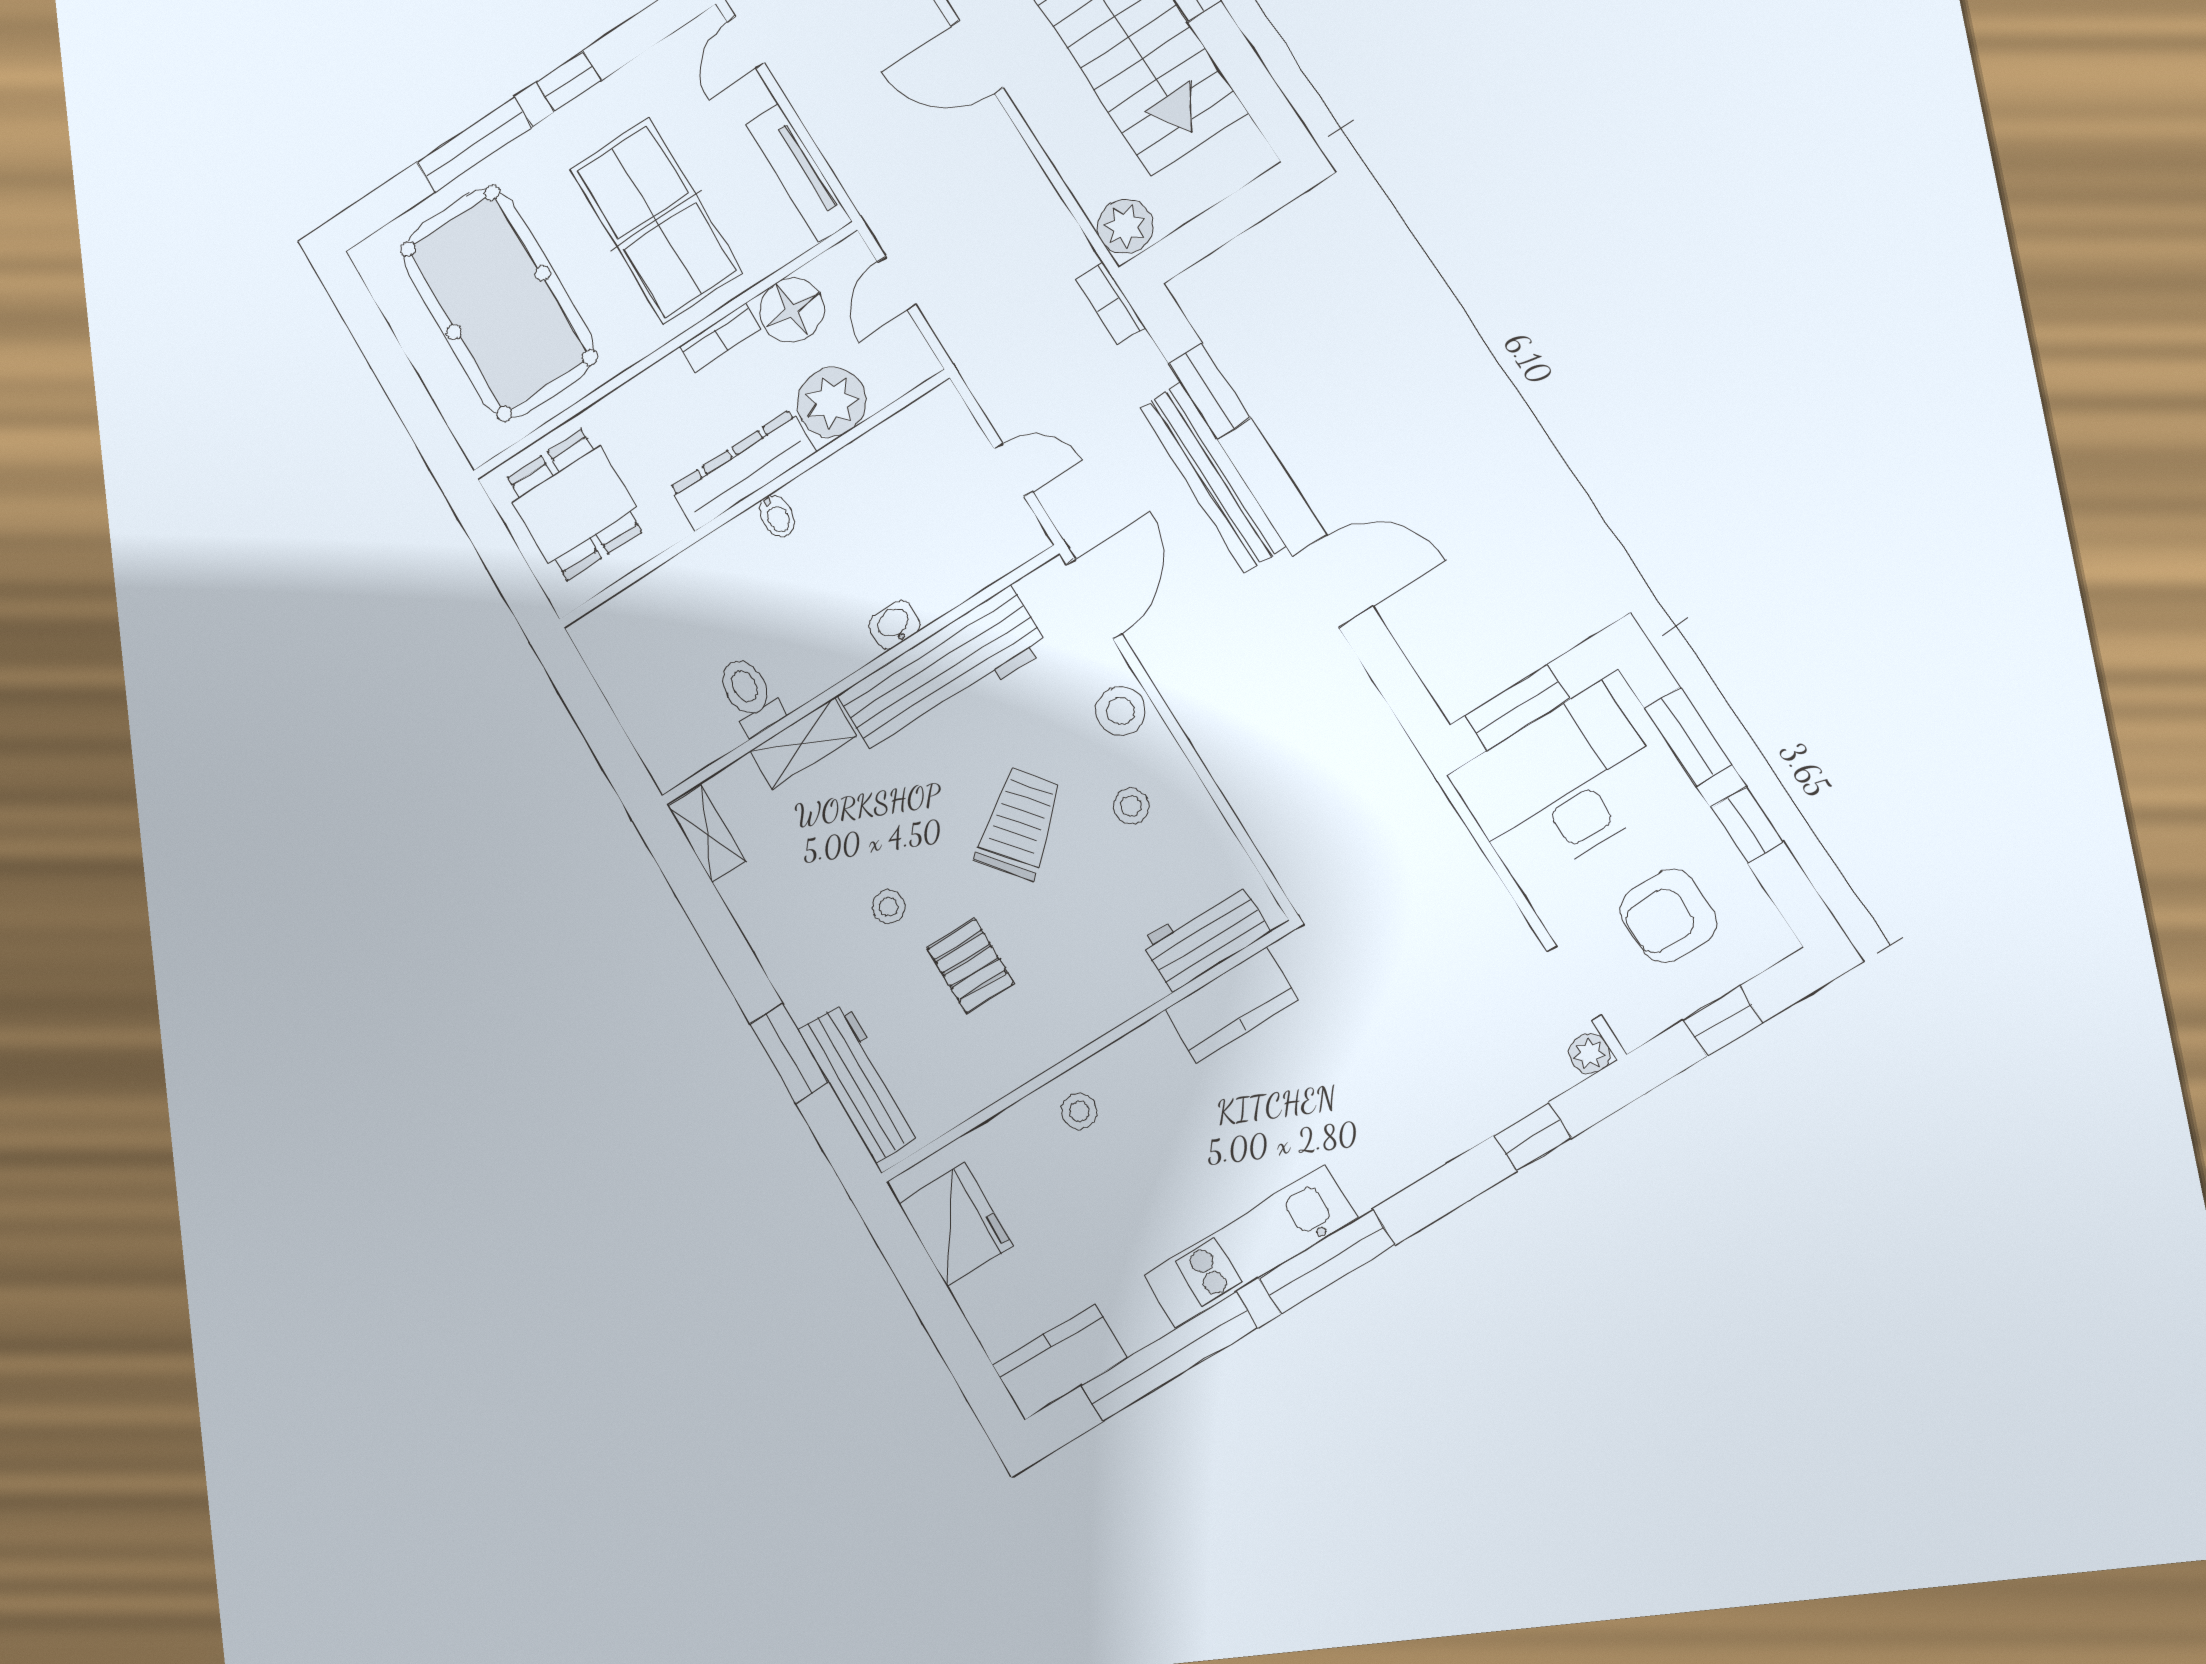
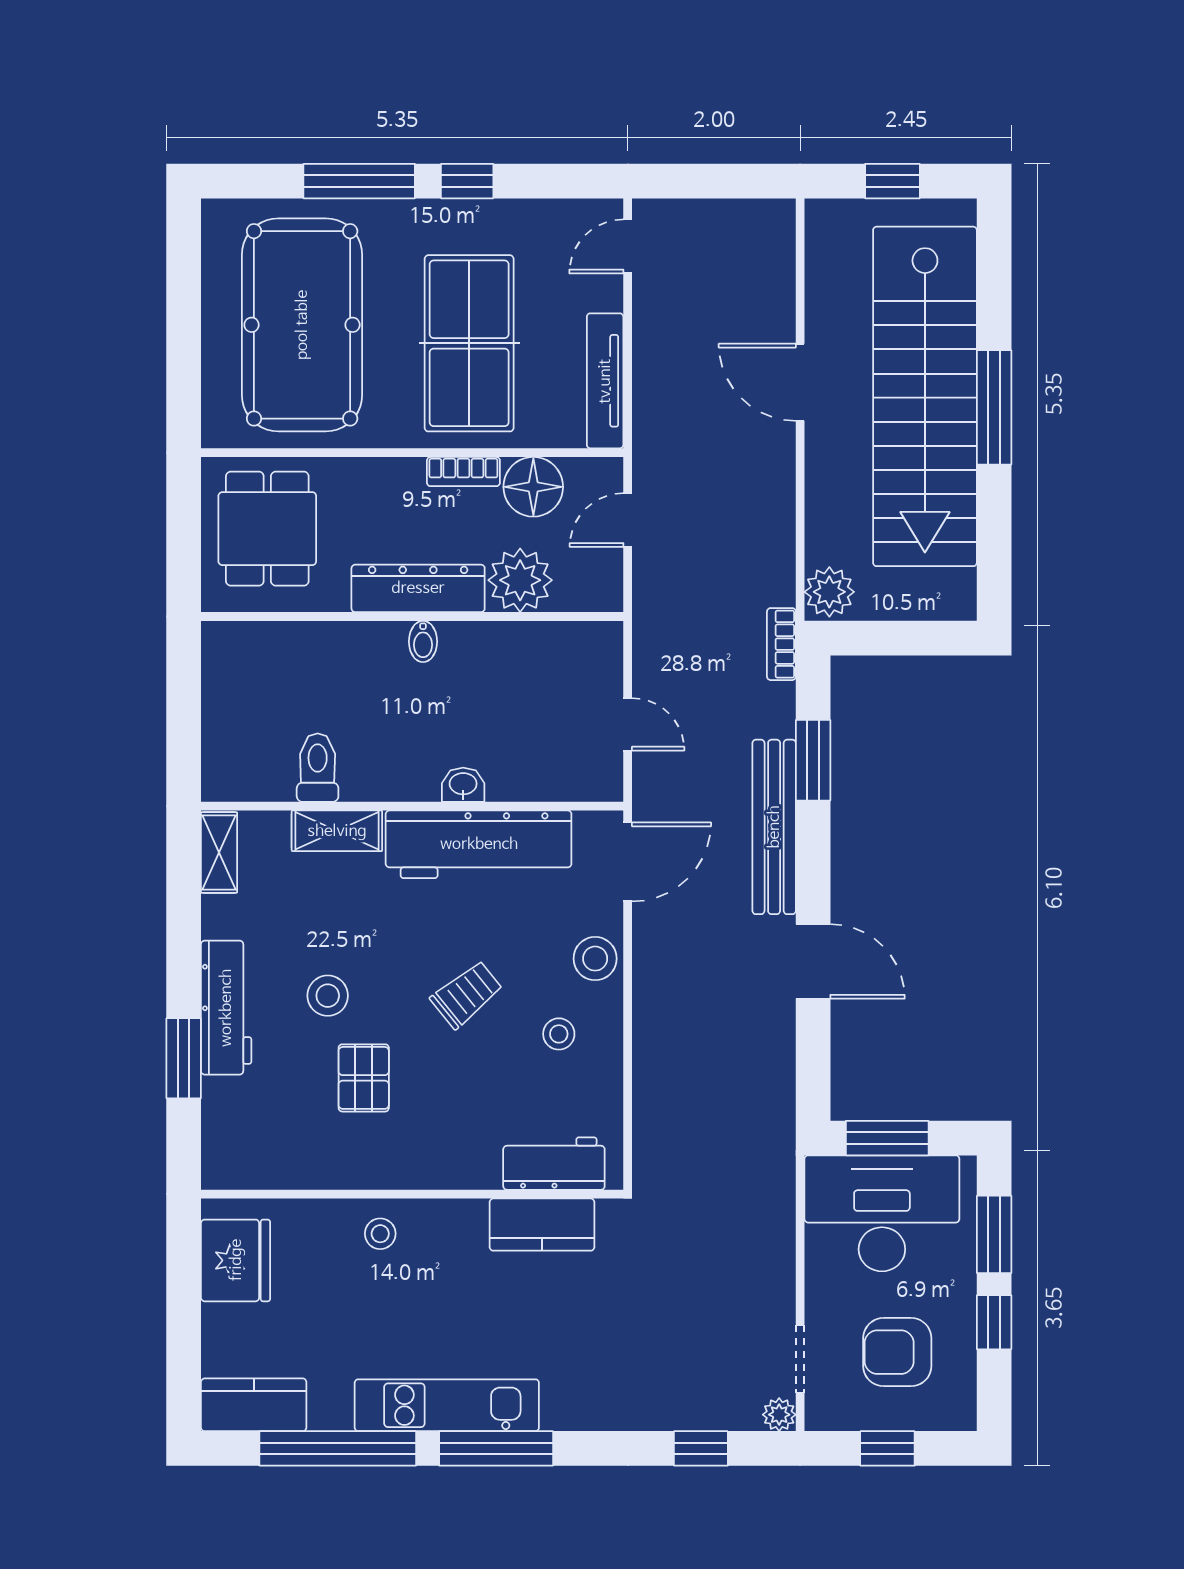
trolley: (1019, 823) -> (467, 994), width x0.73, depth x0.72
stool: (889, 907) -> (328, 996), width x1.37, depth x1.37
workbench: (860, 1082) -> (226, 1008), moved

